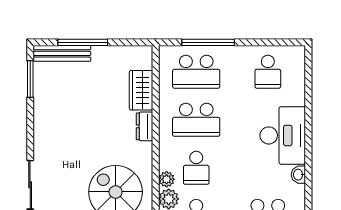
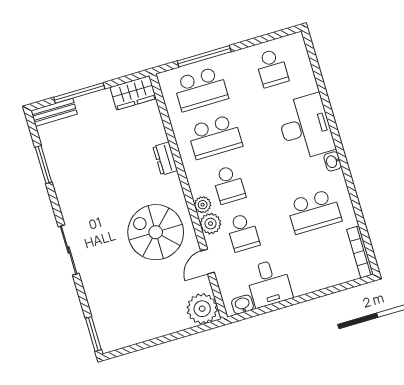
bench: (62, 53) -> (54, 112), width x0.73
window: (30, 79) -> (43, 165), moved
wardrobe: (141, 90) -> (133, 93), moved, turned -90

